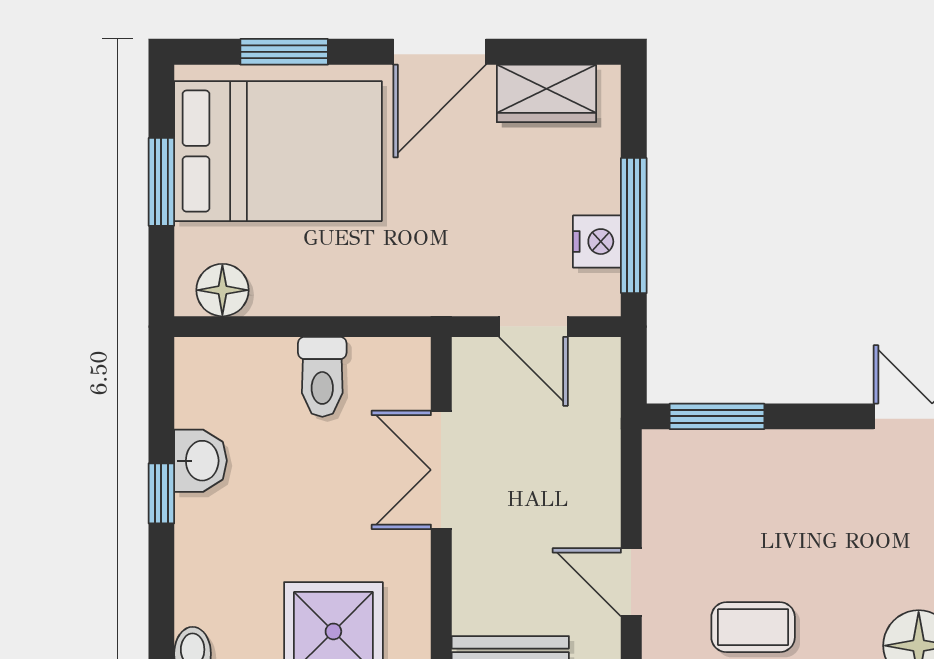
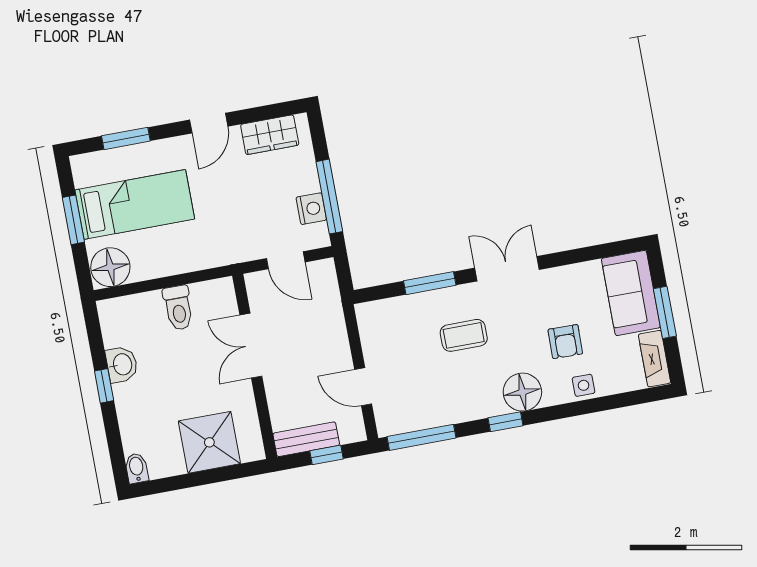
door: (440, 52) -> (209, 123), width x0.73
bed: (278, 151) -> (135, 204), width x0.67
floor lamp: (222, 290) -> (110, 267), width x1.38, depth x1.38
window: (717, 416) -> (430, 283), moved
coffee table: (753, 627) -> (464, 335), moved

